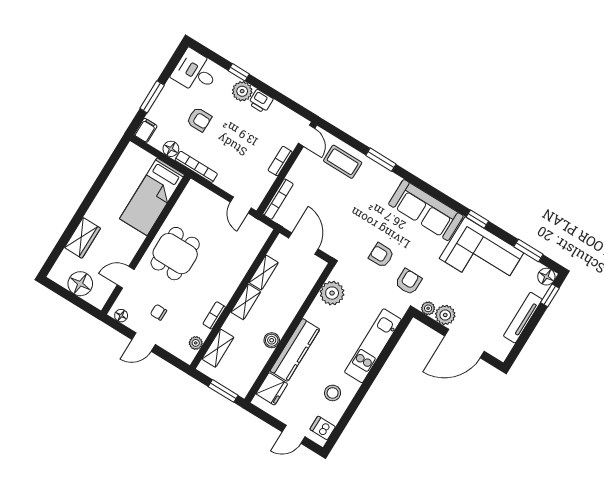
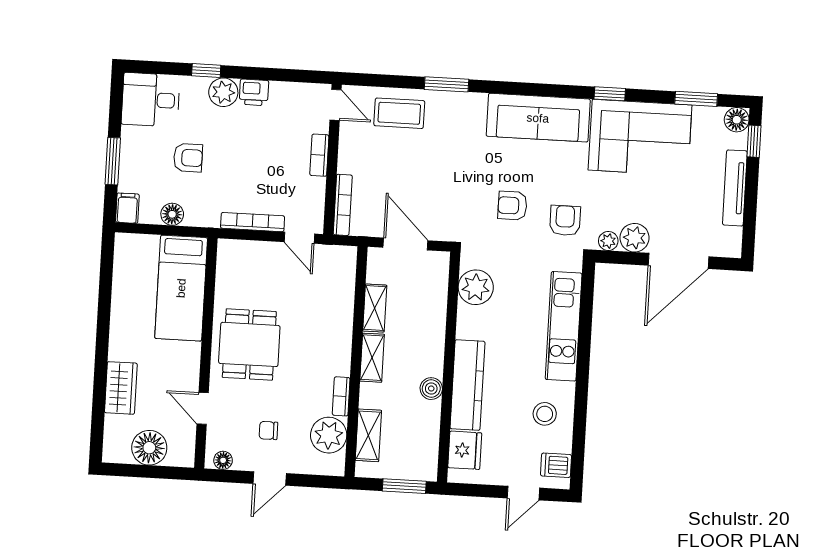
bookcase: (196, 167) -> (253, 222), moved
door: (126, 277) -> (203, 408), hinge flipped
plant: (196, 343) -> (329, 435), width x1.88, depth x1.88

